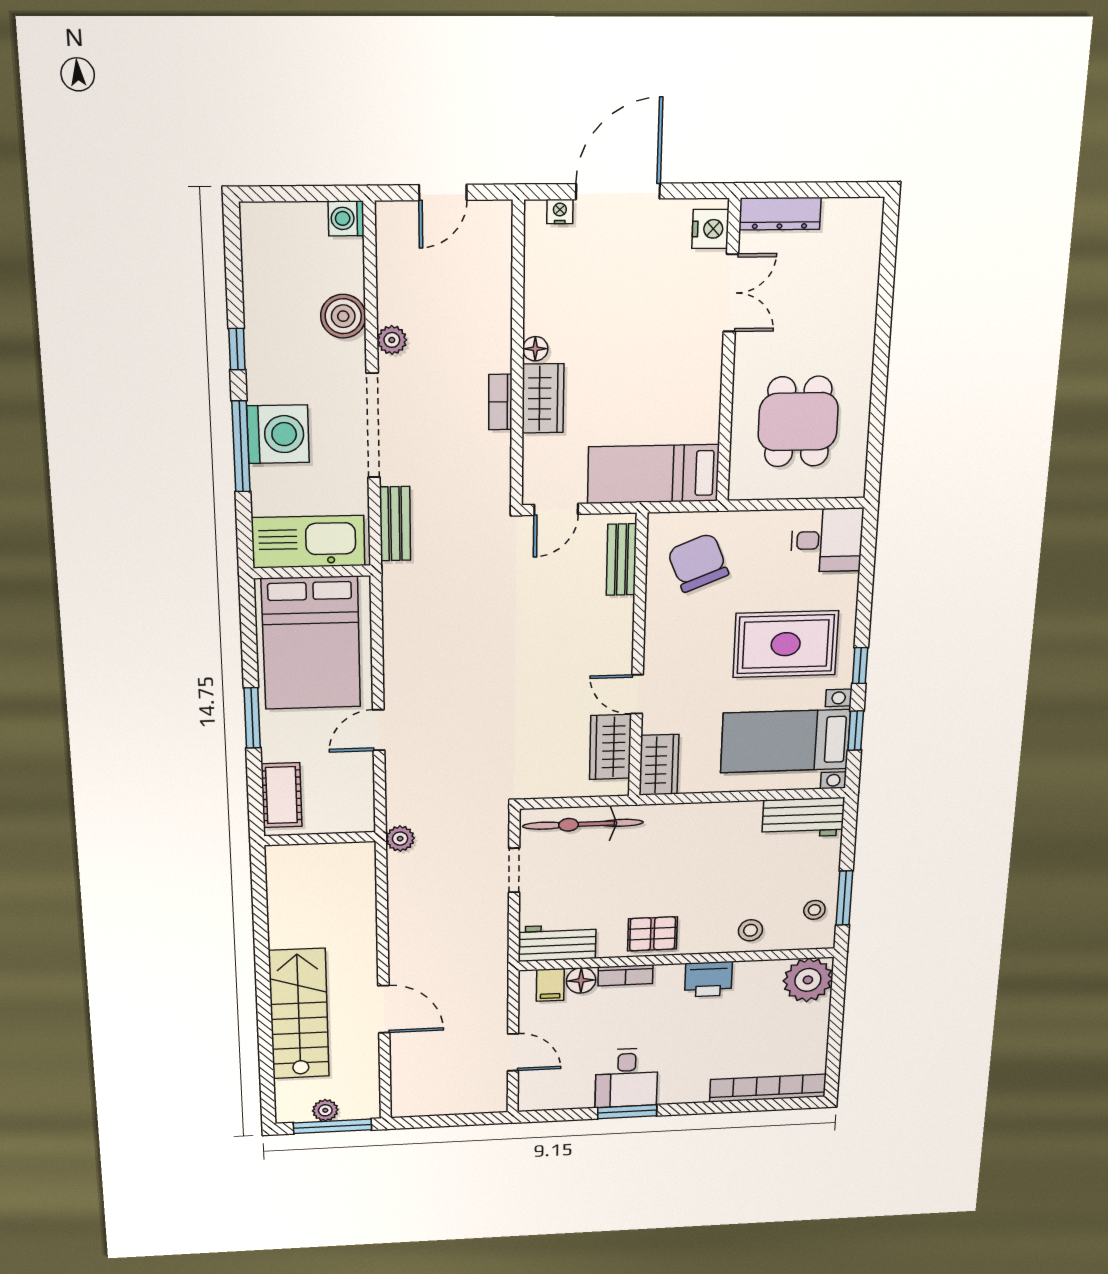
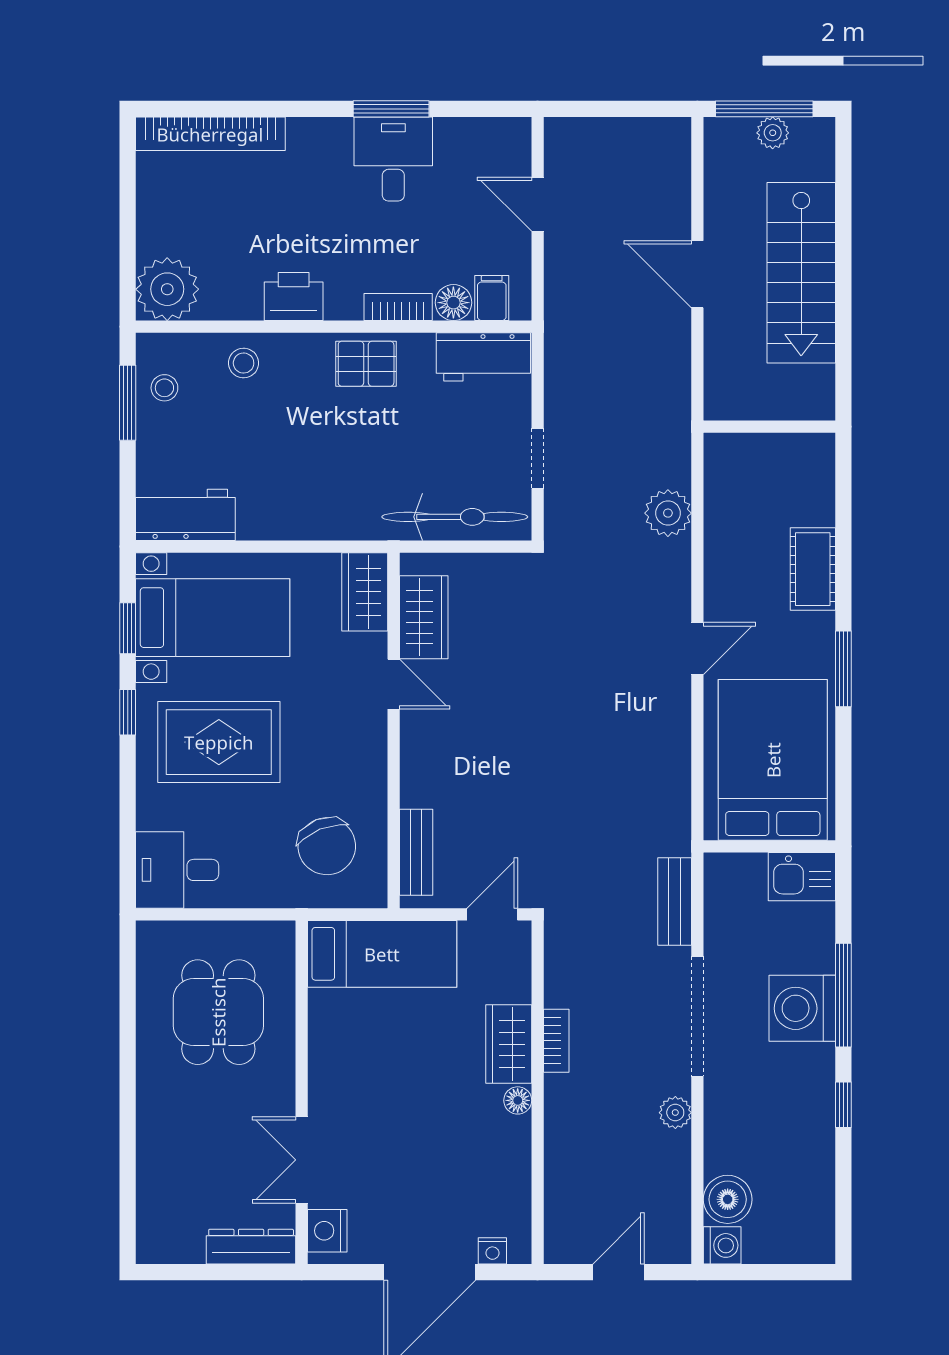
boiler: (343, 316) -> (728, 1199), moved
kitchen sink: (308, 542) -> (802, 877), width x0.53, depth x0.81
wall: (320, 839) -> (769, 427), moved
plant: (400, 839) -> (668, 513), width x1.38, depth x1.38

